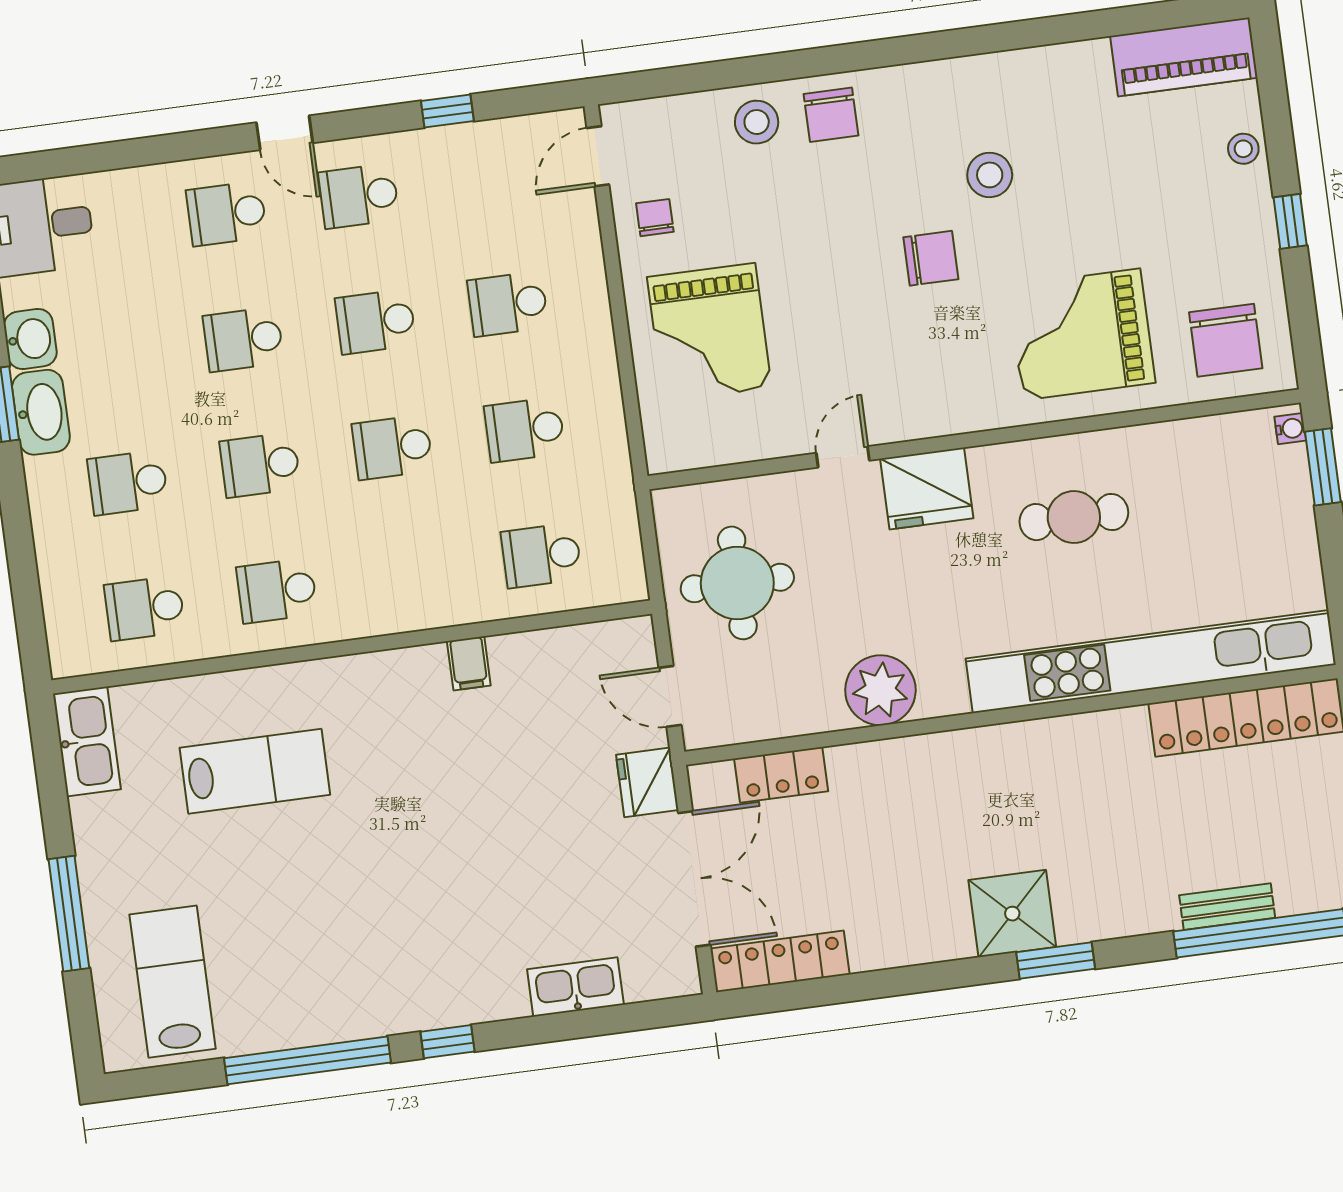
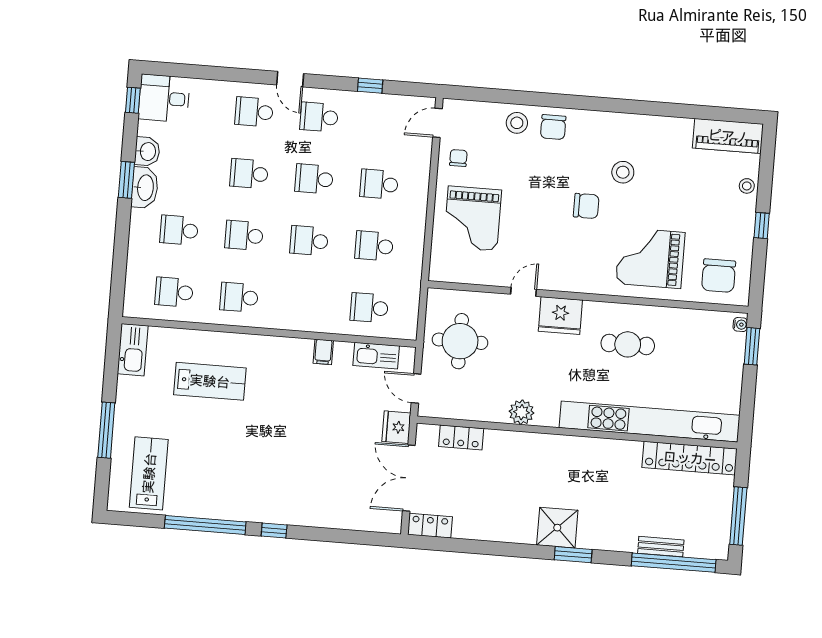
plant: (880, 690) -> (522, 412), width x0.73, depth x0.73
double door: (694, 879) -> (409, 478), swing flipped
locker: (780, 961) -> (430, 526), width x0.66
kitchen sink: (575, 987) -> (376, 356), moved, turned 180

